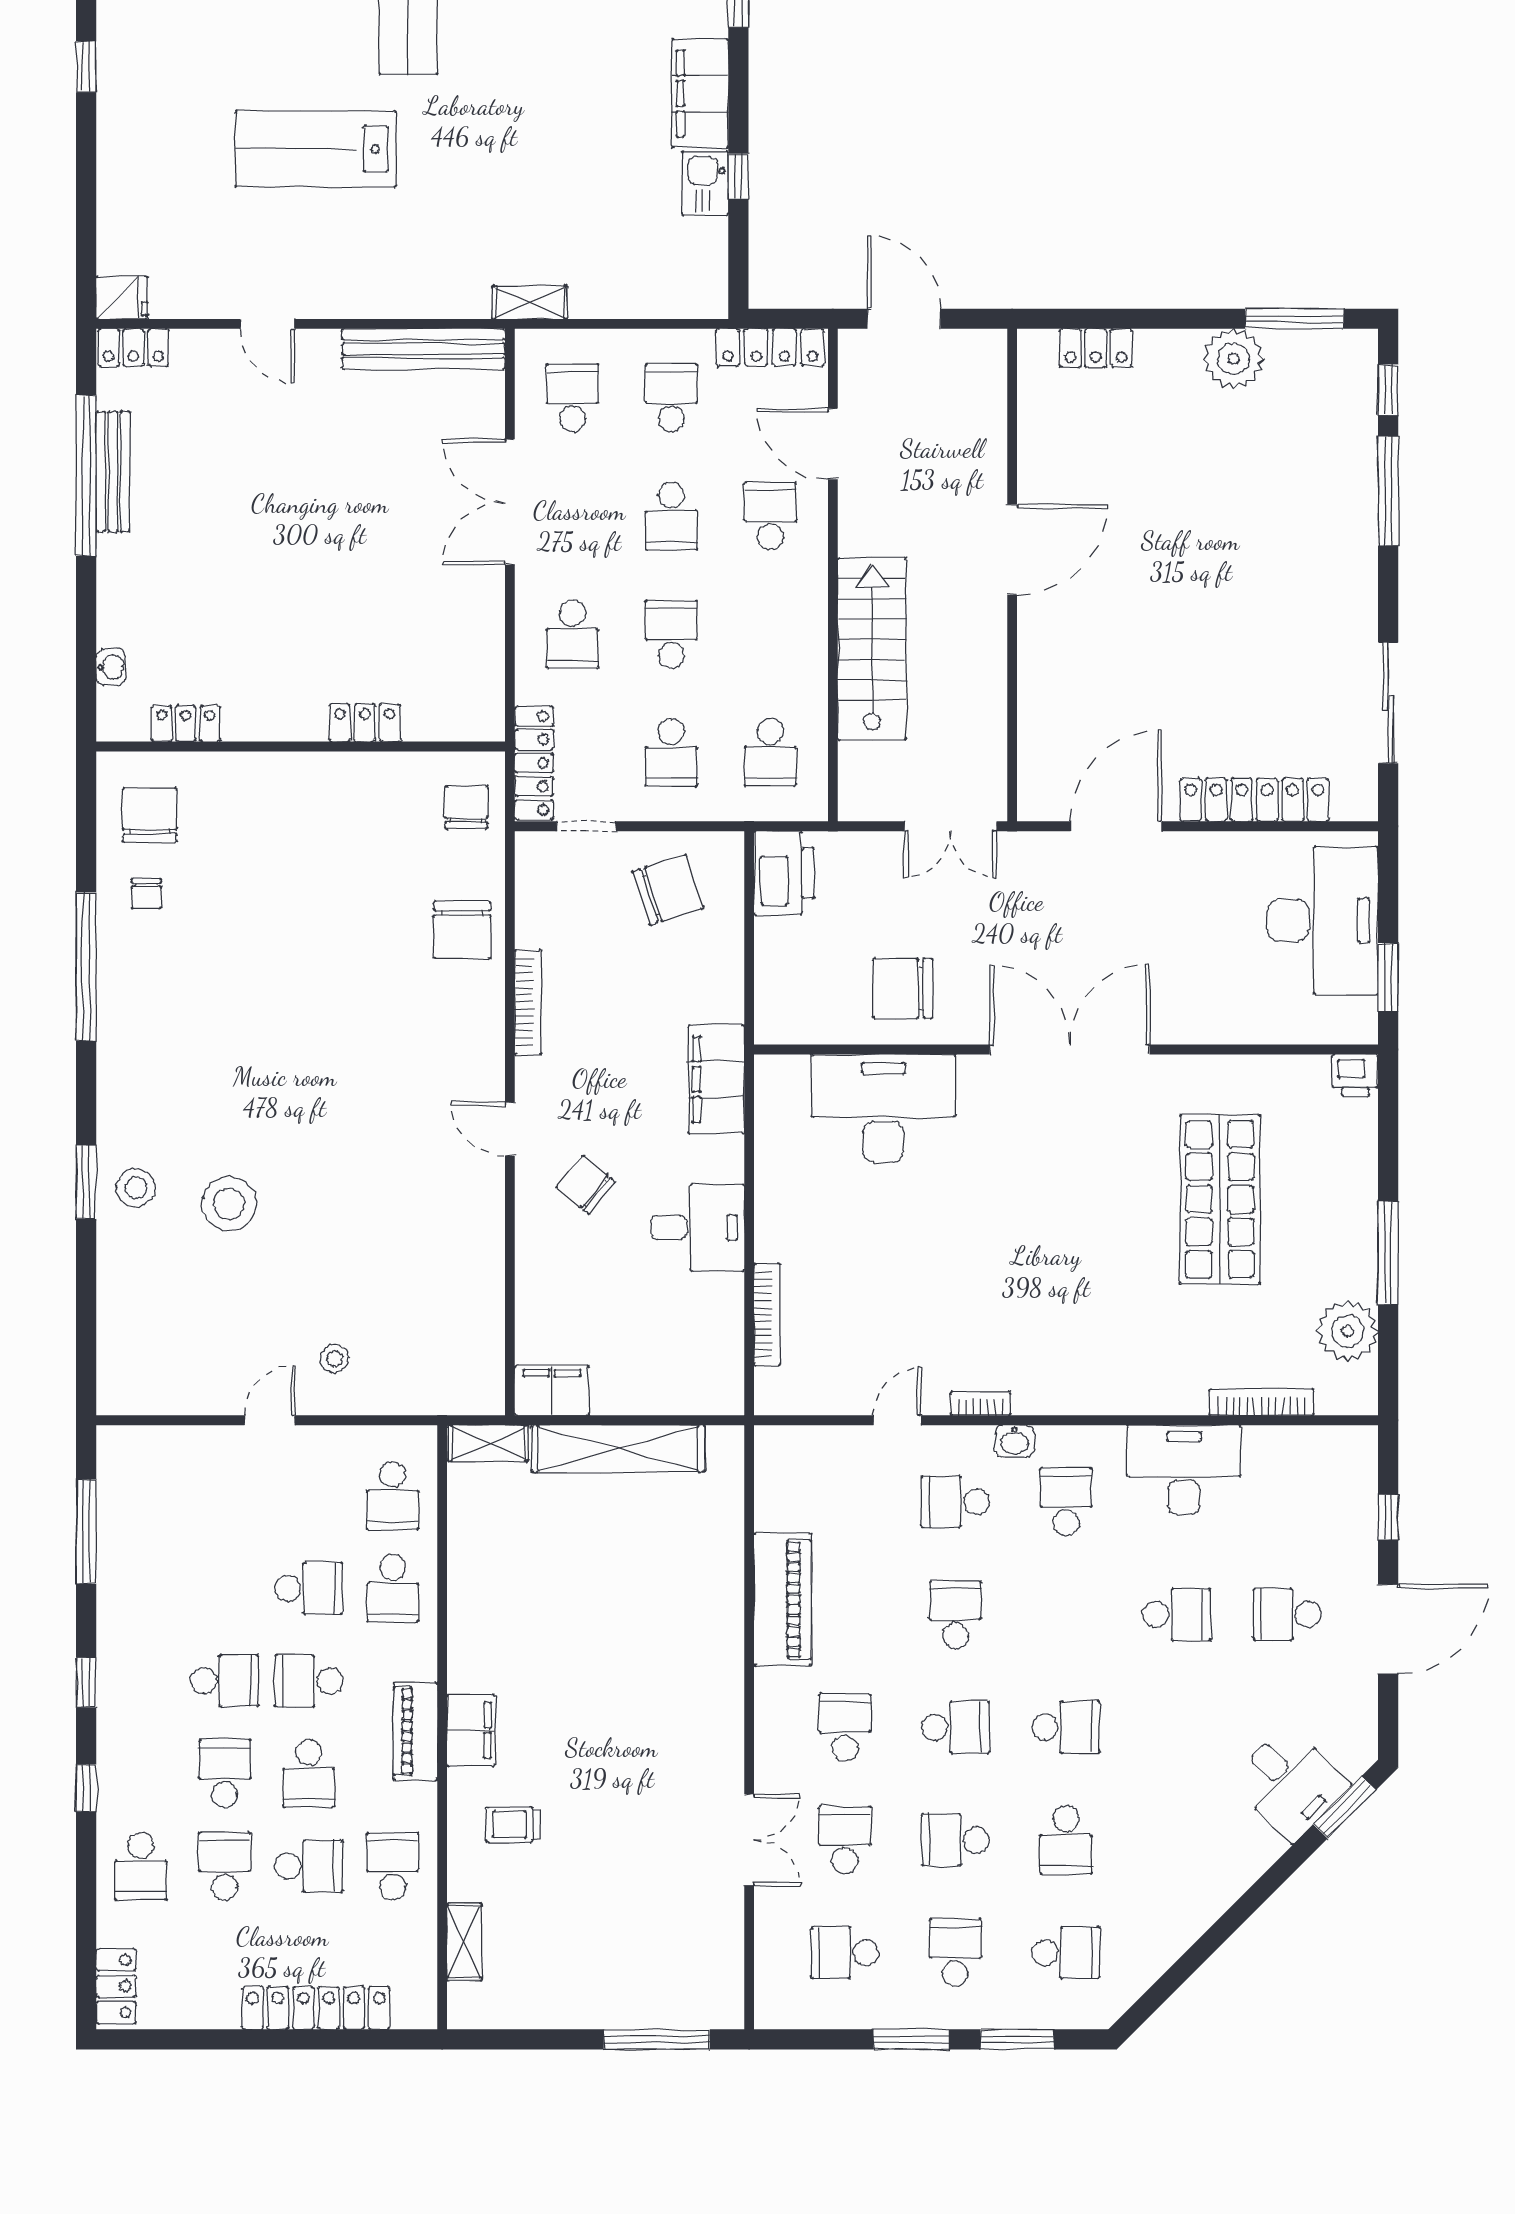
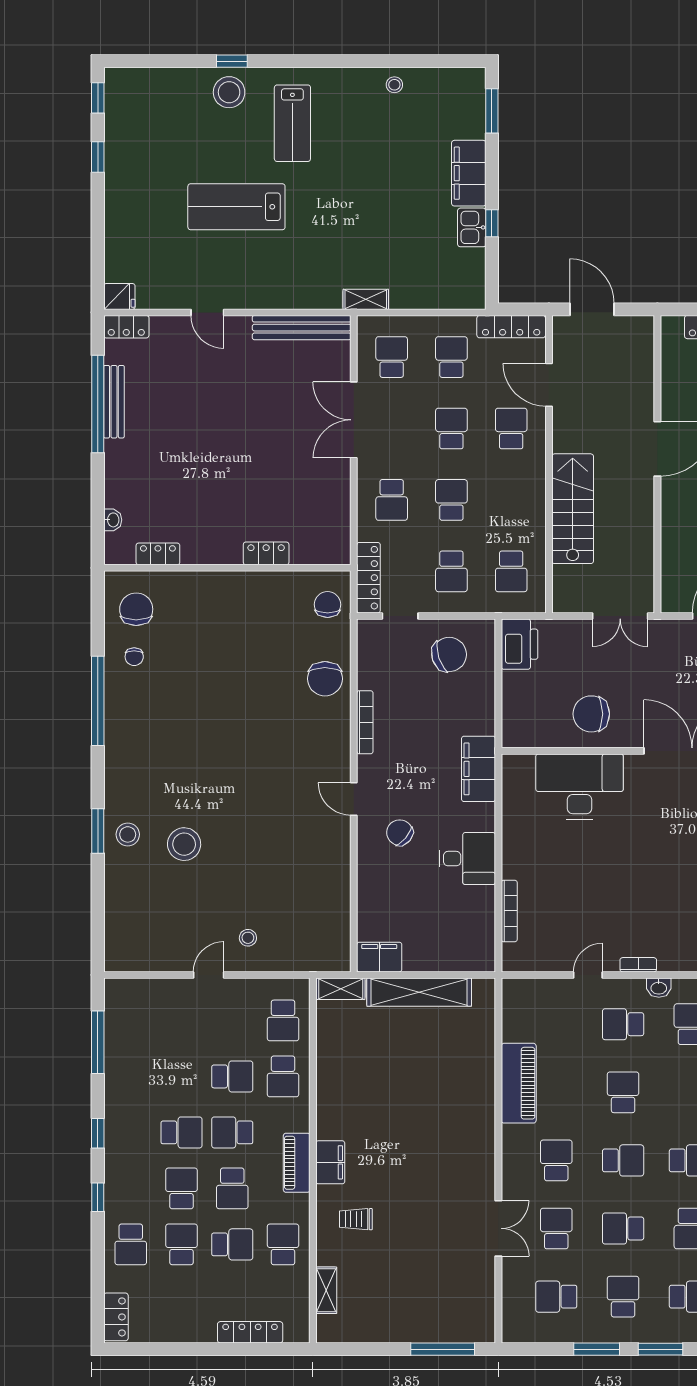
school desk: (671, 516) -> (451, 428), turned 180
locker: (316, 2008) -> (250, 1332), width x0.71, depth x0.83

